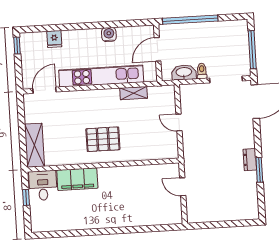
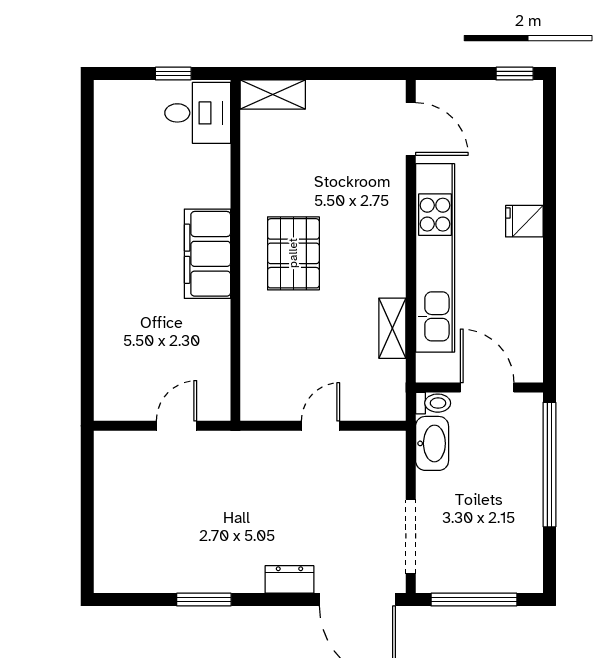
water cooler: (109, 34) -> (527, 281), removed
fridge: (54, 39) -> (524, 221), moved
toilet: (202, 71) -> (433, 403), moved
shelving: (34, 145) -> (273, 95), width x0.67, depth x0.75
dresser: (250, 160) -> (289, 579), moved
filing cabinet: (77, 179) -> (207, 254), moved

